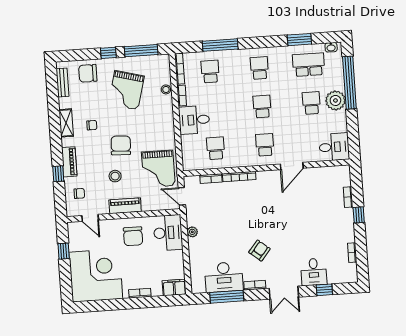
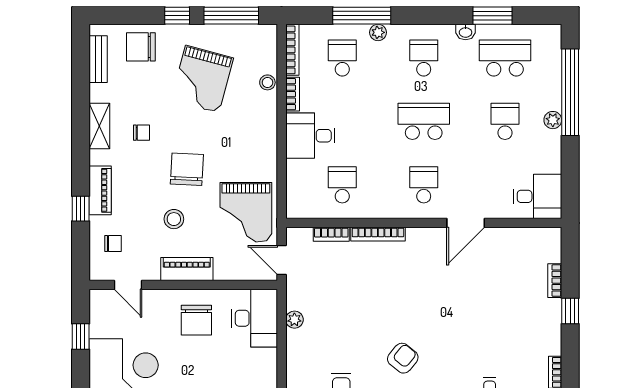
washbasin: (331, 47) -> (466, 32), moved
plant: (231, 55) -> (378, 32), added
plant: (335, 100) -> (553, 120), width x0.53, depth x0.53
school desk: (262, 106) -> (424, 121), width x1.85

